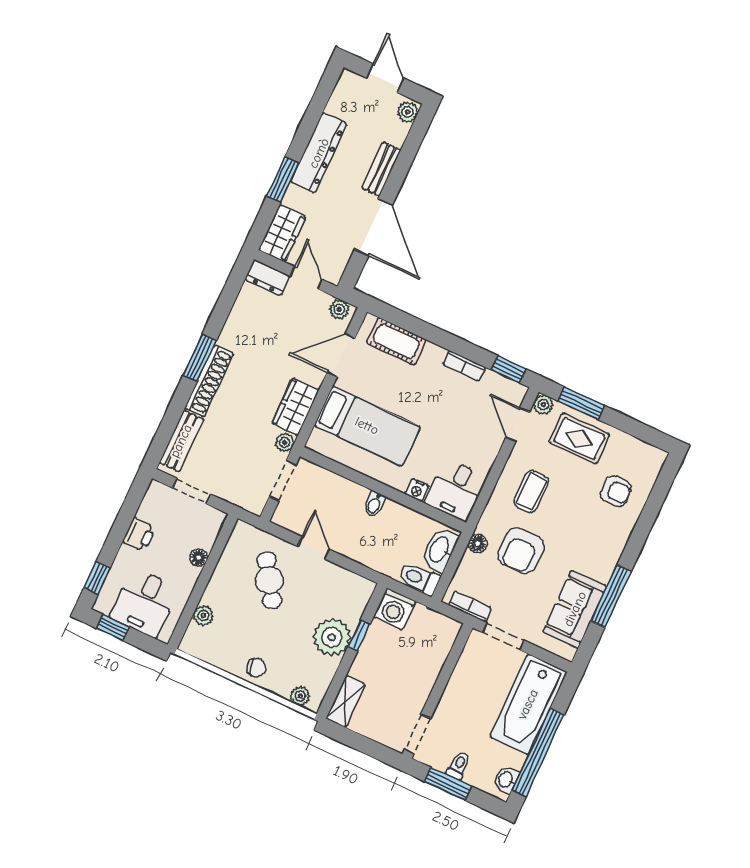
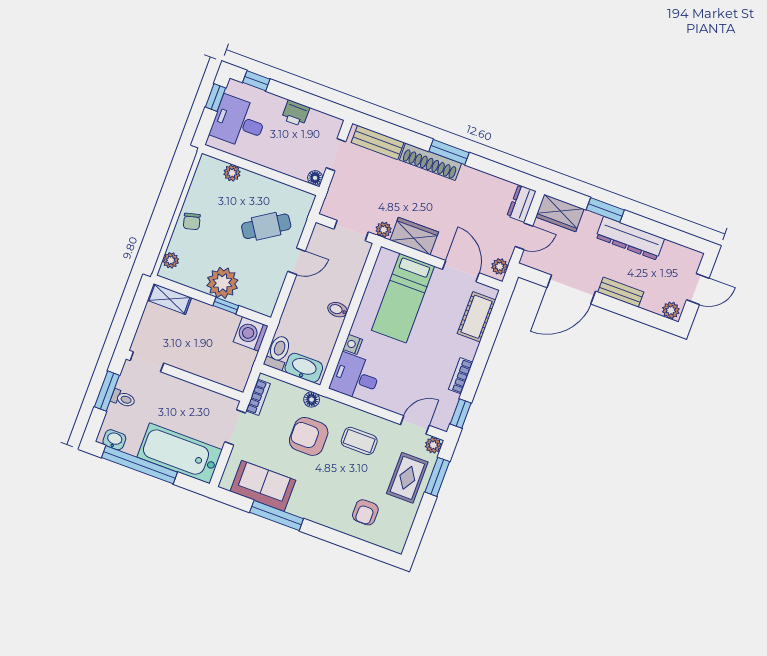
floor lamp: (199, 558) -> (315, 178), moved

